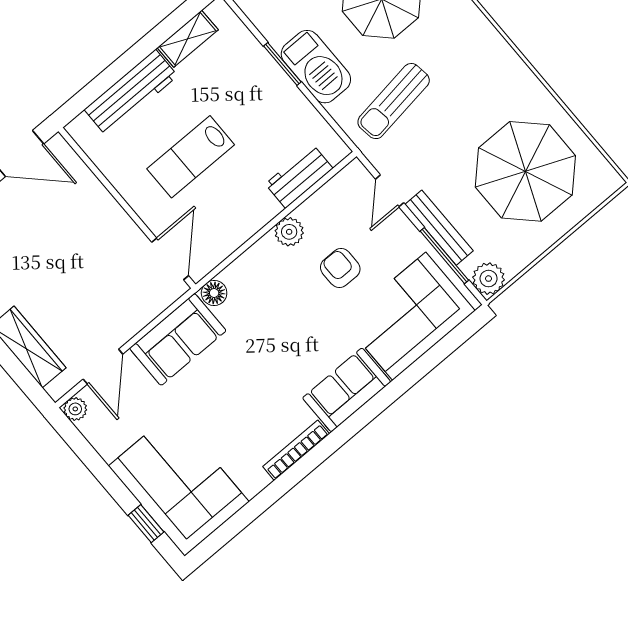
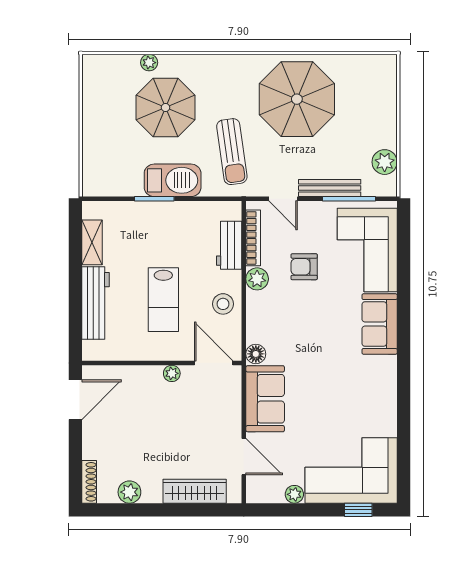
parasol: (525, 171) -> (297, 99), moved
stool: (236, 219) -> (223, 304), added
plant: (125, 226) -> (172, 373), added
plant: (489, 279) -> (385, 162), moved
plant: (75, 409) -> (294, 494), moved
bookcase: (296, 450) -> (253, 238), moved, turned 180

